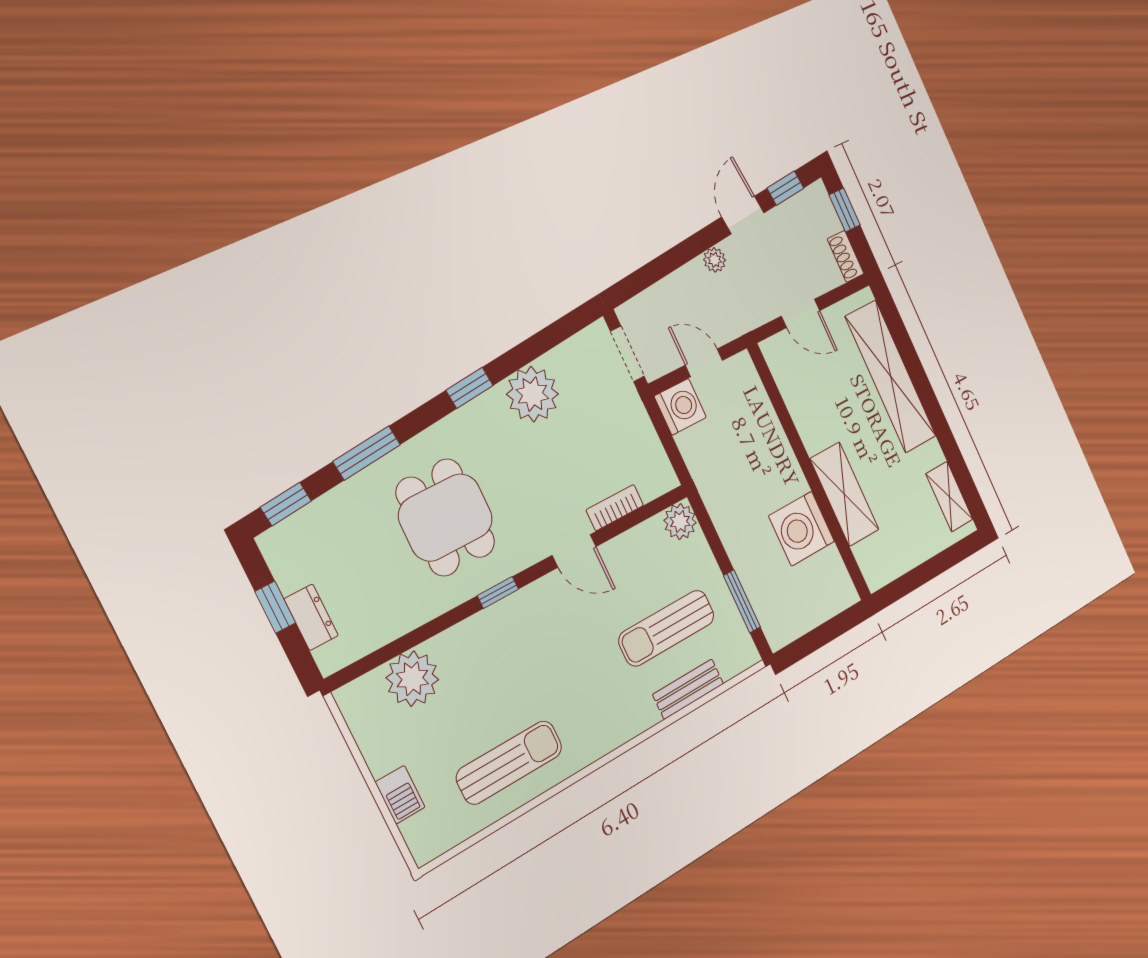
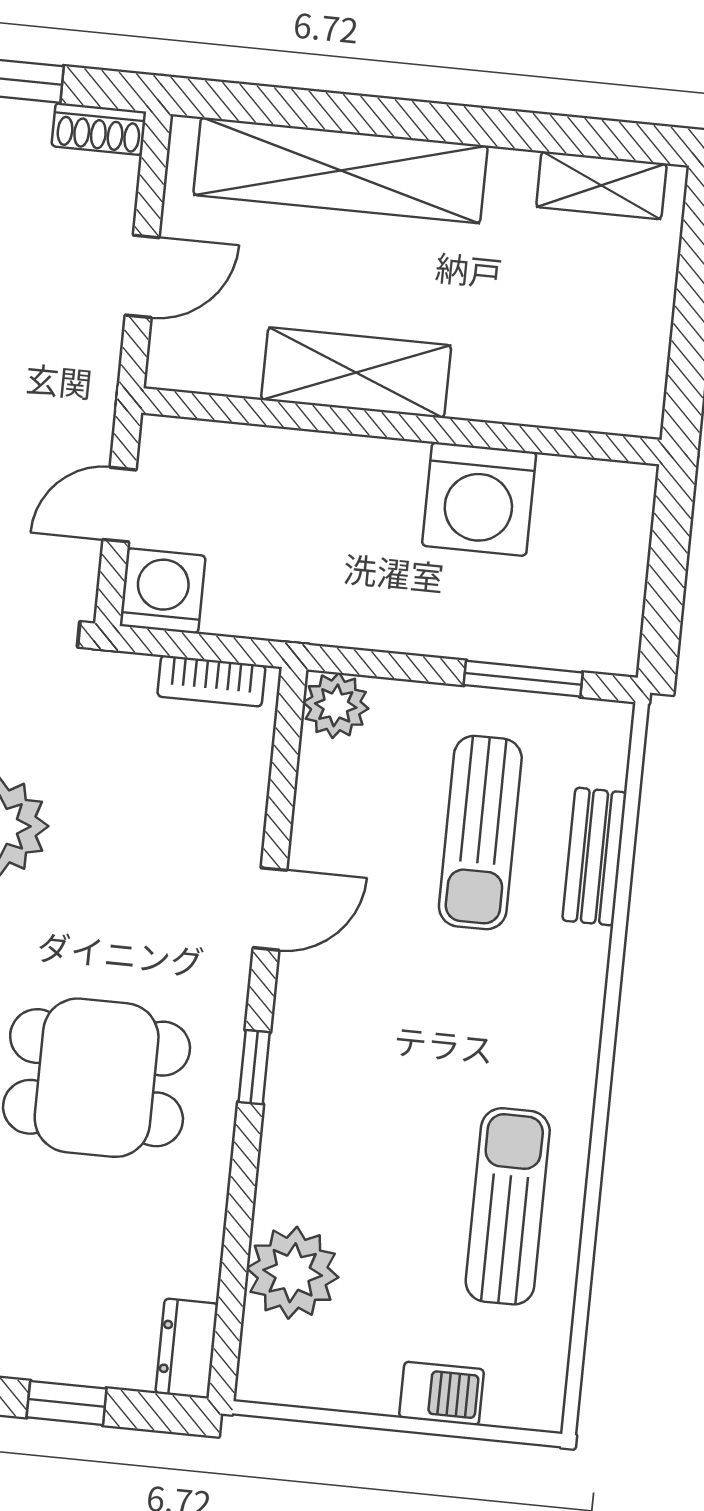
shelving: (844, 494) -> (356, 373), moved
bookcase: (615, 508) -> (211, 681), moved, turned -90
dresser: (311, 617) -> (187, 1348), moved, turned -90

